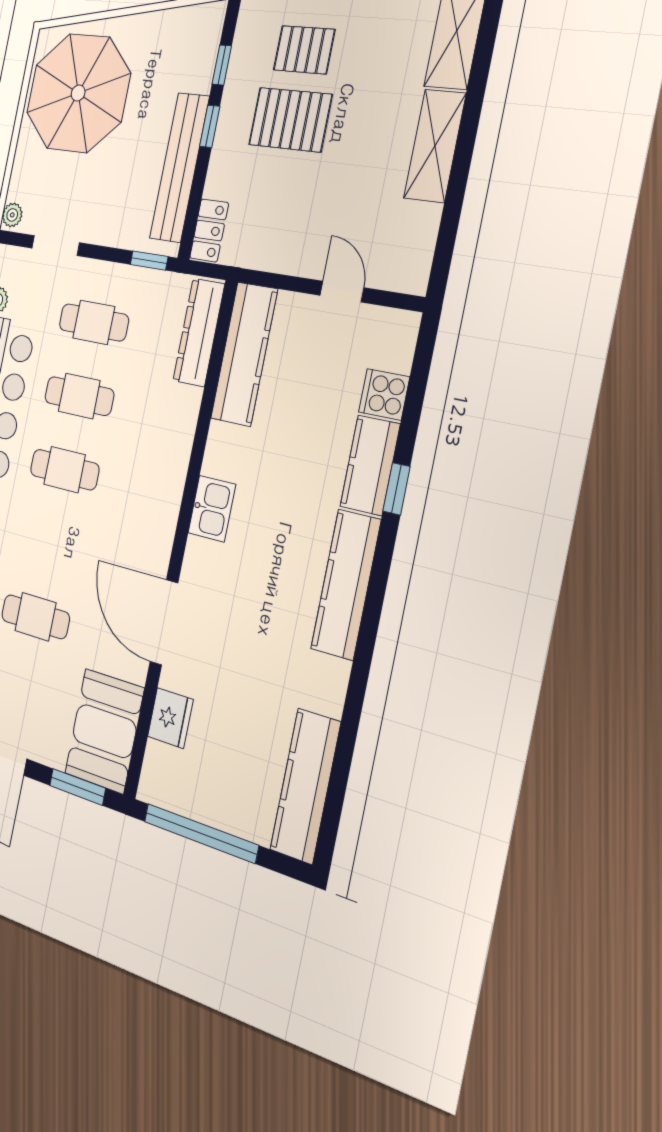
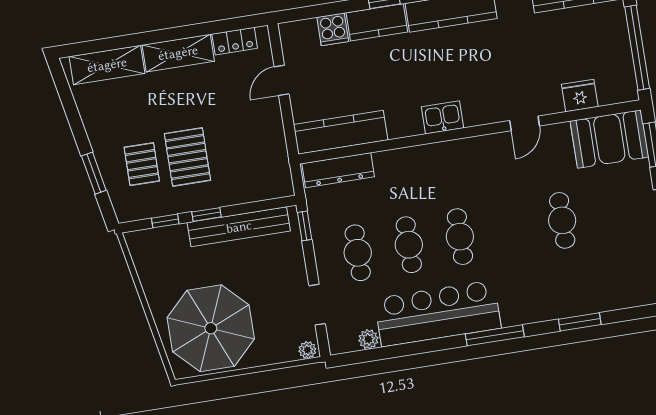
locker: (209, 230) -> (235, 41), moved, turned 180
door: (164, 622) -> (525, 123), width x0.53

